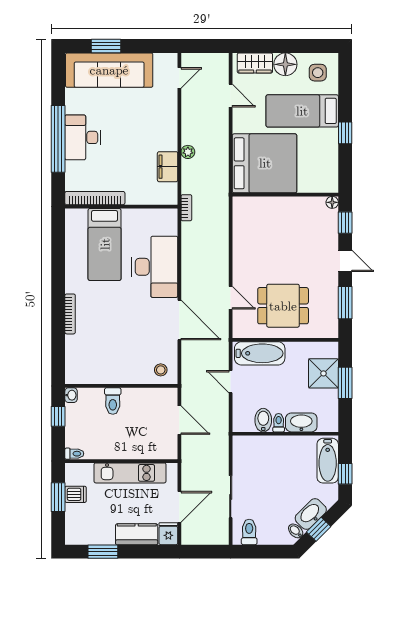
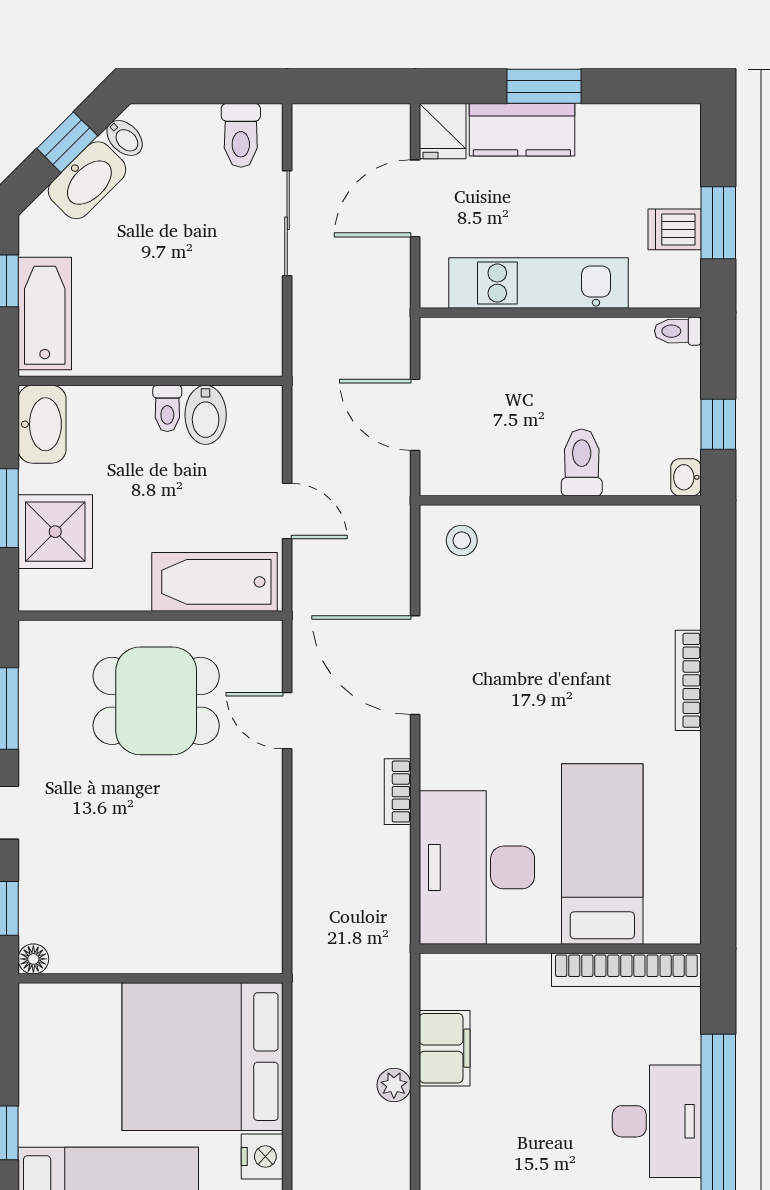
nightstand: (241, 123) -> (262, 1157), added
bookcase: (186, 208) -> (398, 792), moved
desk: (155, 267) -> (477, 867), moved
washbasin: (301, 422) -> (42, 424), moved, turned -90
window: (103, 552) -> (544, 86), moved

